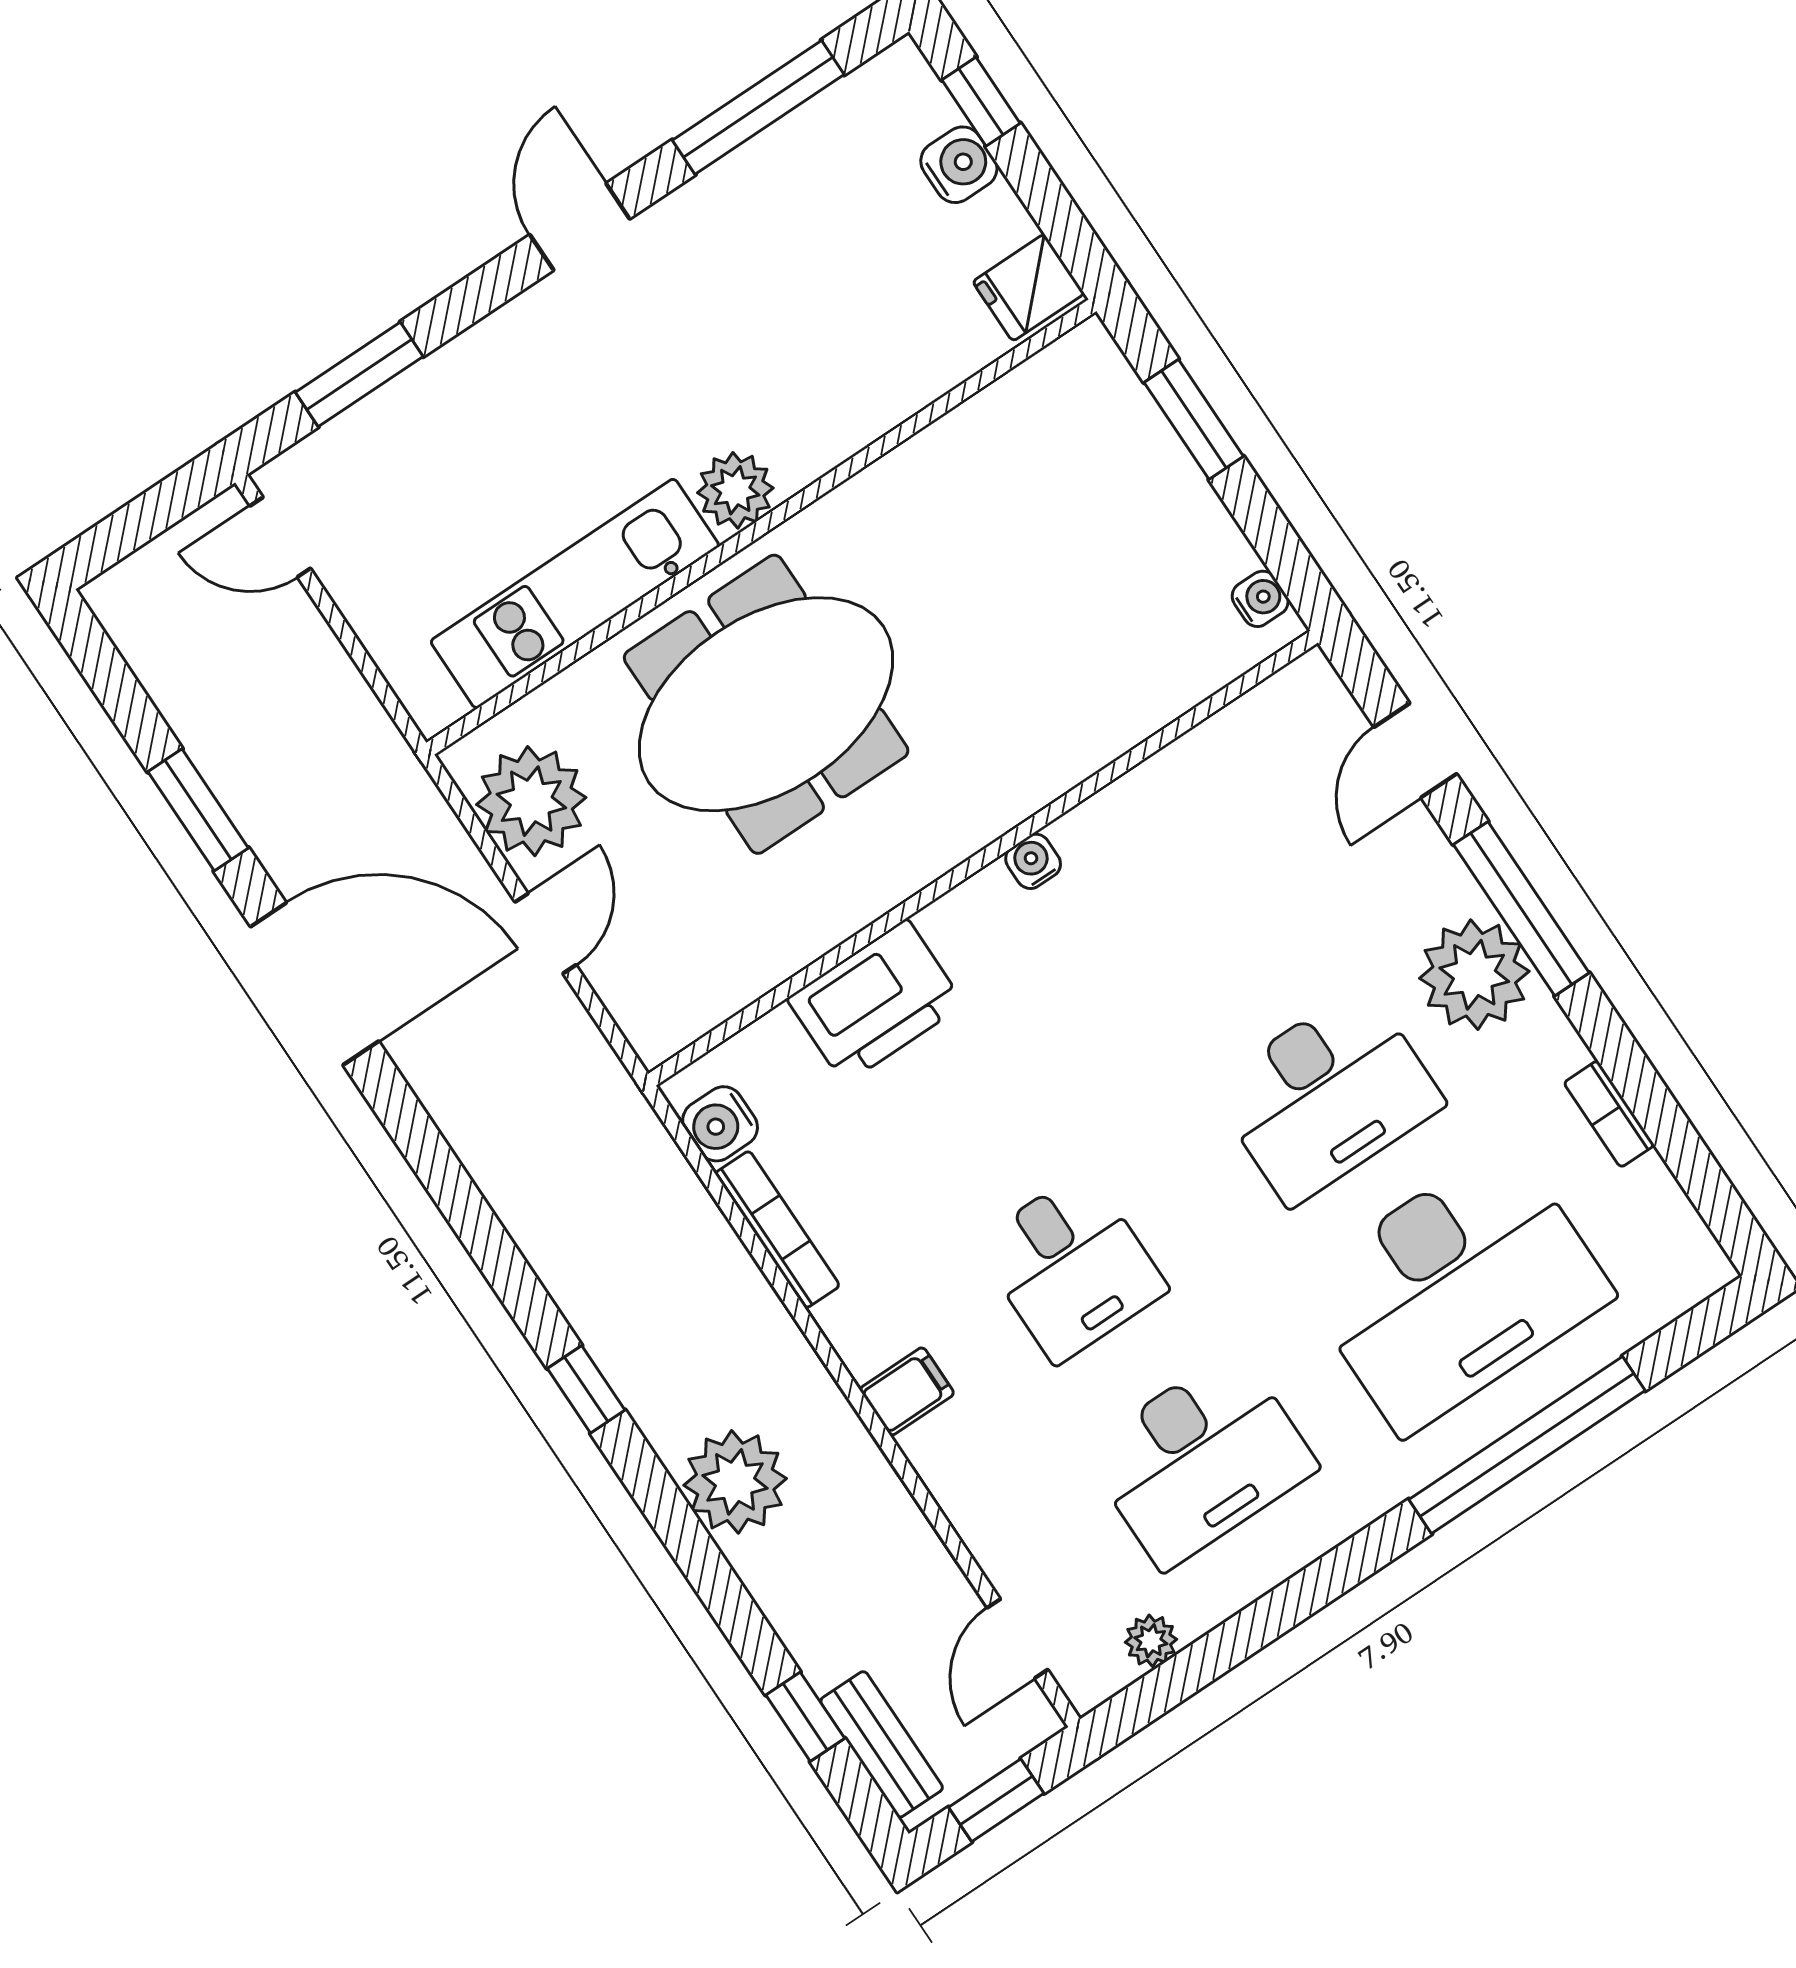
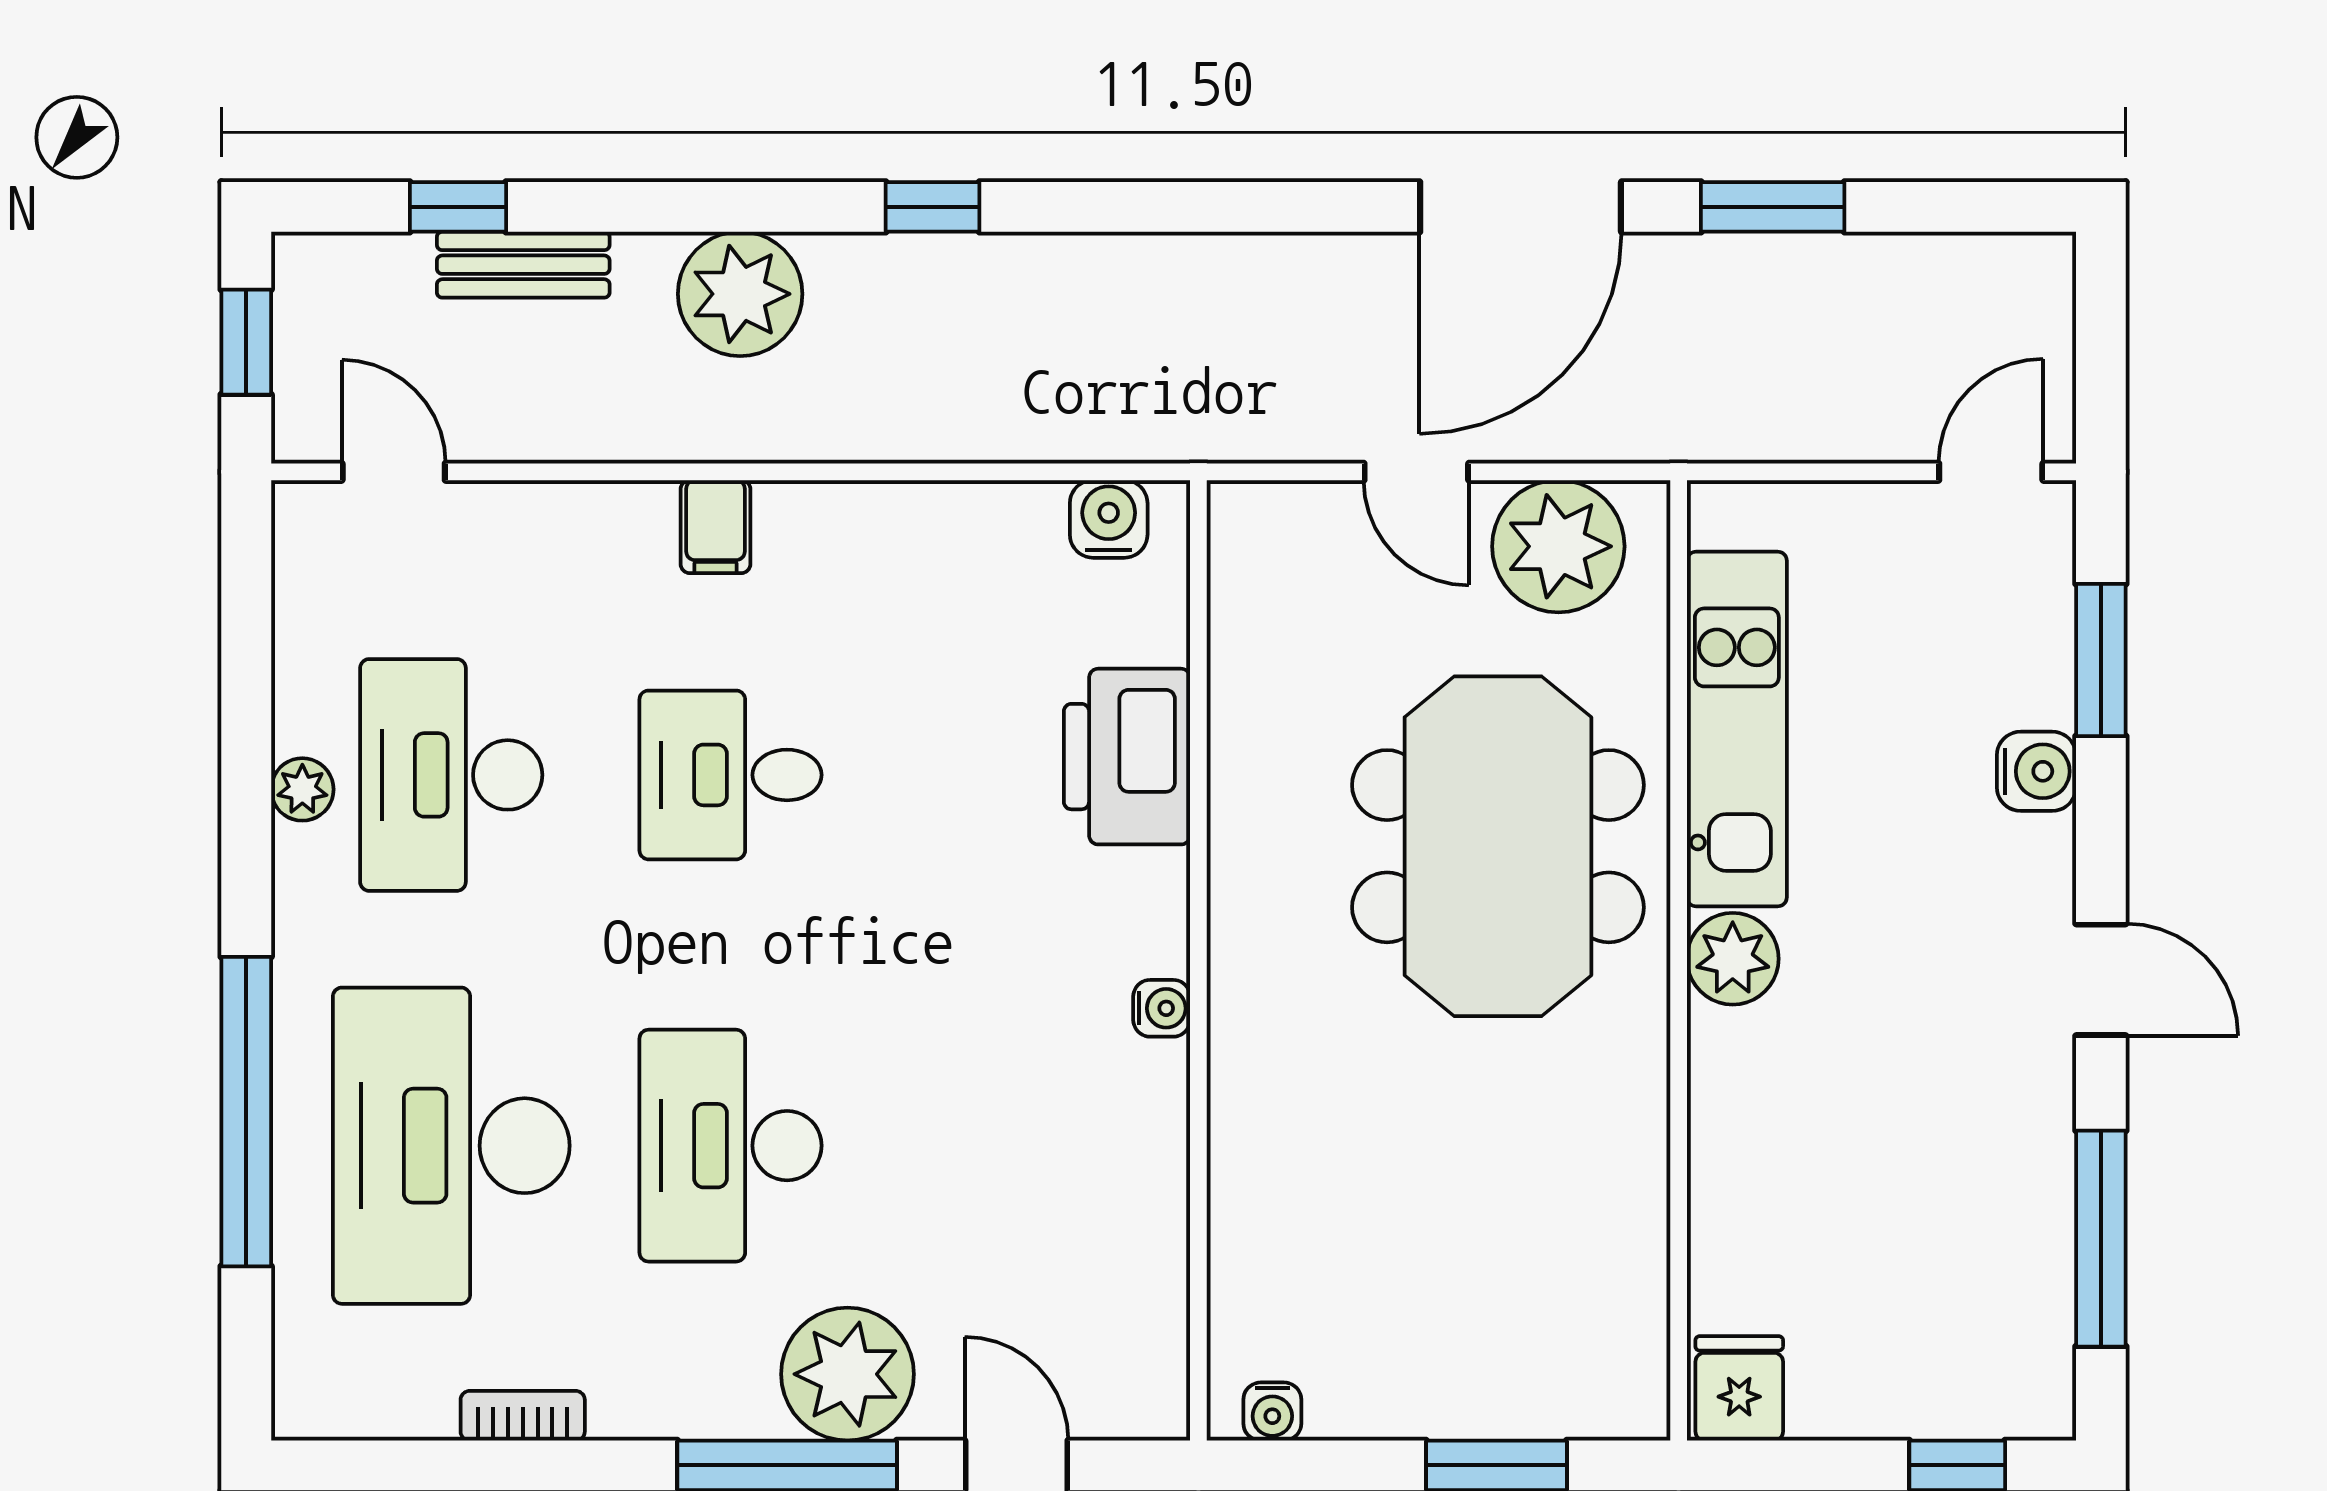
water cooler: (959, 165) -> (2036, 771), moved, turned -90
plant: (1474, 975) -> (847, 1374), moved
bookcase: (777, 1230) -> (964, 505), removed
plant: (1151, 1641) -> (302, 789), moved
bench: (882, 1744) -> (523, 265), moved

